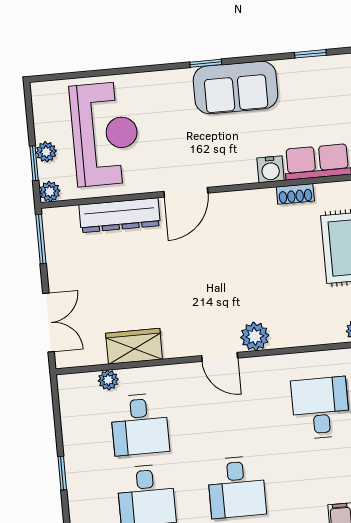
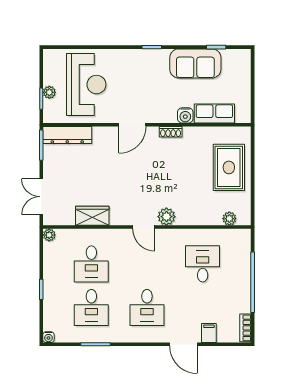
sofa: (235, 87) -> (195, 63), moved
plant: (50, 191) -> (49, 117), removed
shoe rack: (295, 194) -> (171, 132), moved
dresser: (120, 215) -> (67, 135), moved
double door: (49, 323) -> (41, 197), swing flipped
plant: (108, 380) -> (49, 235), moved

